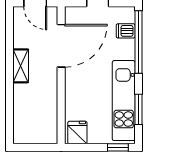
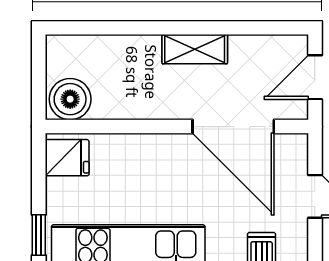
boiler: (47, 131) -> (70, 99), added

